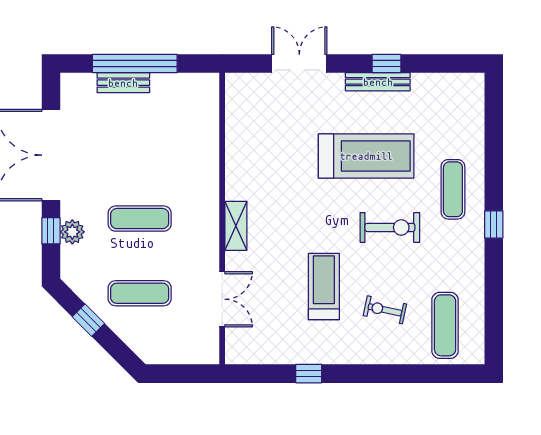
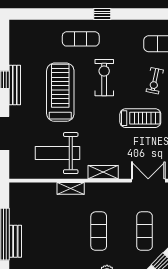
weight bench: (267, 151) -> (58, 153), added
shelving: (209, 173) -> (71, 188), added
treadmill: (324, 286) -> (140, 118), turned 180

